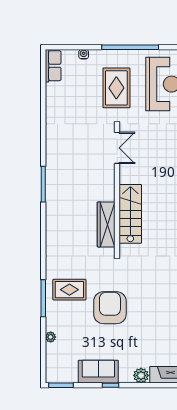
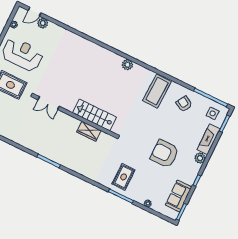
double door: (117, 148) -> (49, 103), swing flipped
wardrobe: (106, 224) -> (89, 131), width x0.67
armchair: (110, 308) -> (165, 154), moved
sofa: (98, 372) -> (179, 196), moved

